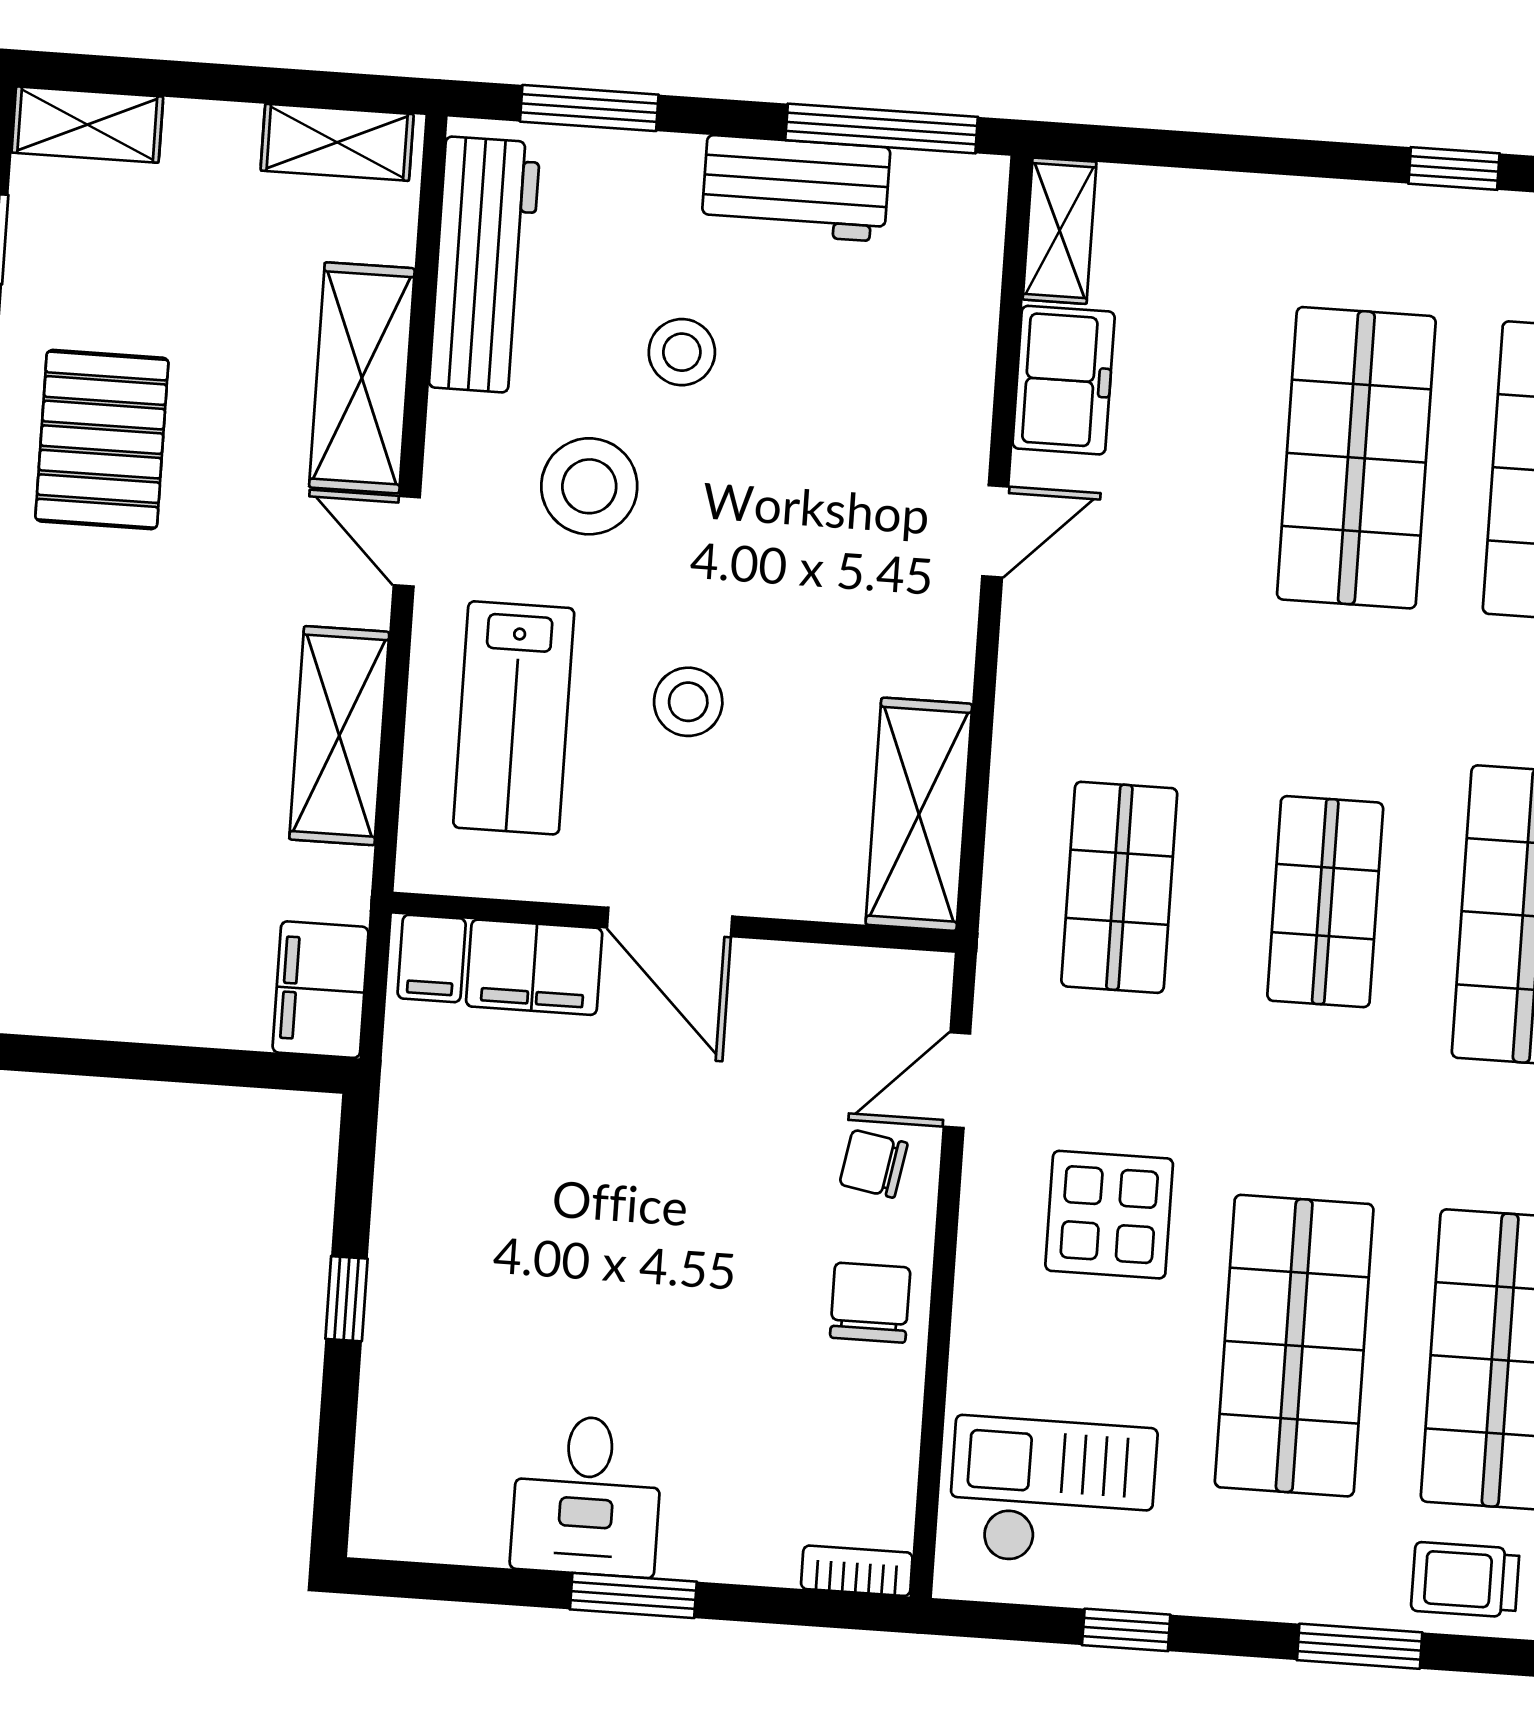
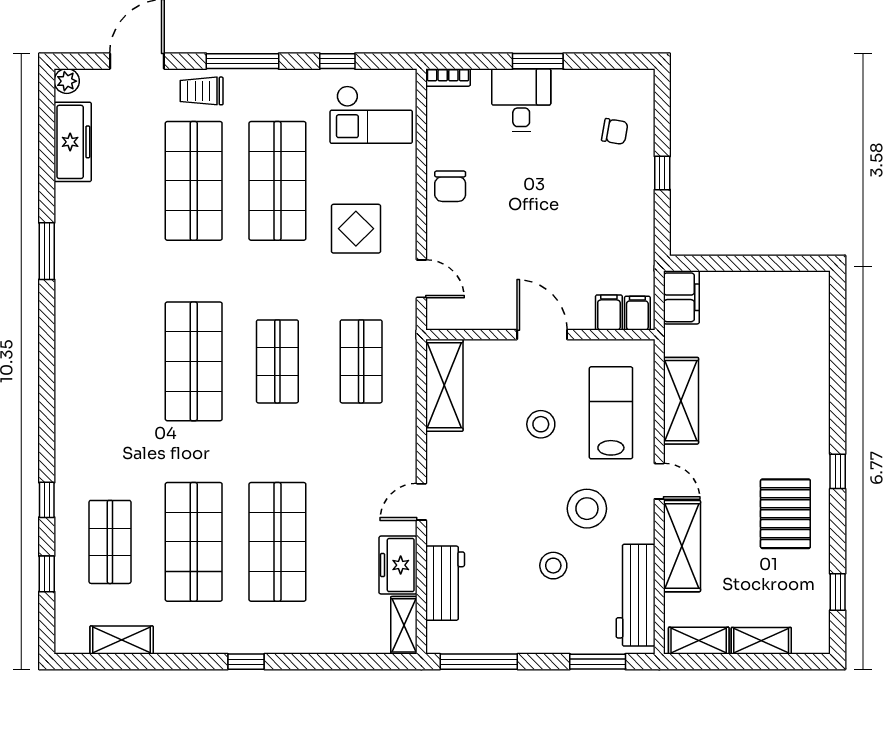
shelving: (87, 125) -> (761, 641), moved
workbench: (796, 188) -> (445, 583), moved, turned 90
filing cabinet: (534, 967) -> (609, 312), width x0.50
door: (957, 1080) -> (421, 279), hinge flipped
chair: (873, 1164) -> (615, 131), moved
desk: (587, 1496) -> (521, 100), moved
trolley: (1465, 1580) -> (202, 91), turned 180
window: (1360, 1646) -> (242, 61), width x1.44

